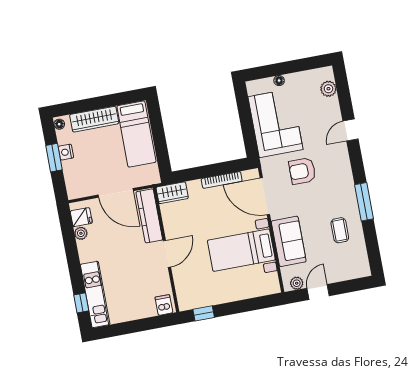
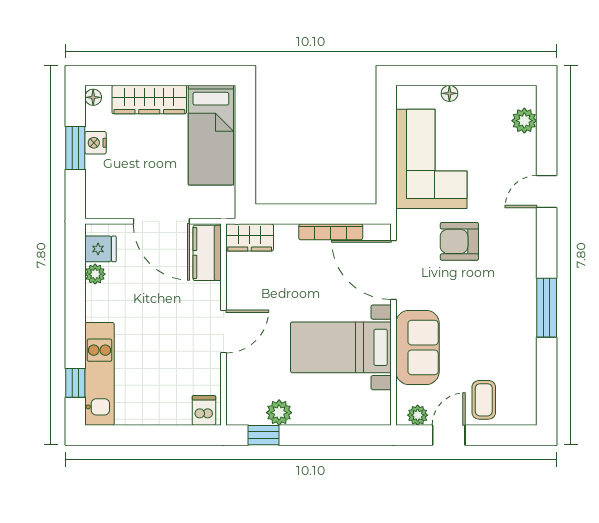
kitchen counter: (149, 216) -> (207, 253), width x0.67
coffee table: (340, 230) -> (484, 400), moved
plant: (211, 298) -> (279, 413), added

